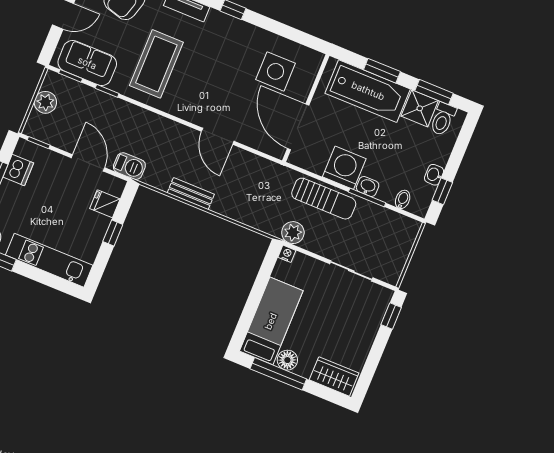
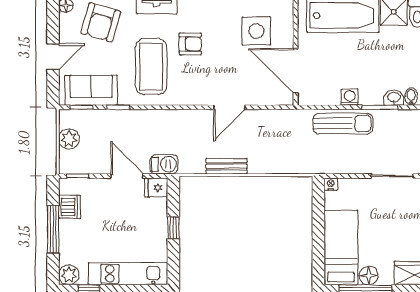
armchair: (205, 57) -> (190, 44), added
door: (218, 136) -> (229, 107), hinge flipped
washing machine: (344, 168) -> (350, 97), width x0.53, depth x0.53
washbasin: (368, 186) -> (394, 98), moved
fridge: (105, 204) -> (156, 188), moved
plant: (293, 233) -> (328, 164), removed

